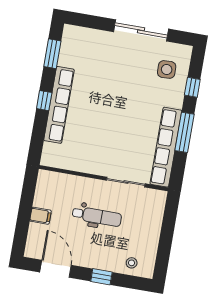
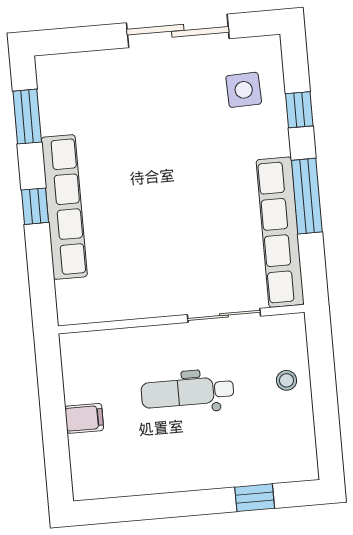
dental chair: (97, 216) -> (187, 392), turned 180
stool: (132, 263) -> (287, 380), moved
door: (55, 269) -> (137, 508), removed
window: (101, 277) -> (255, 498), moved

